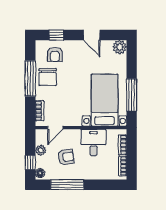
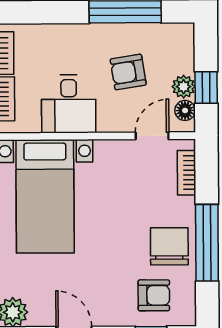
armchair: (55, 54) -> (154, 295), turned 90
window: (30, 162) -> (206, 87), moved
floor lamp: (40, 173) -> (185, 110), moved

